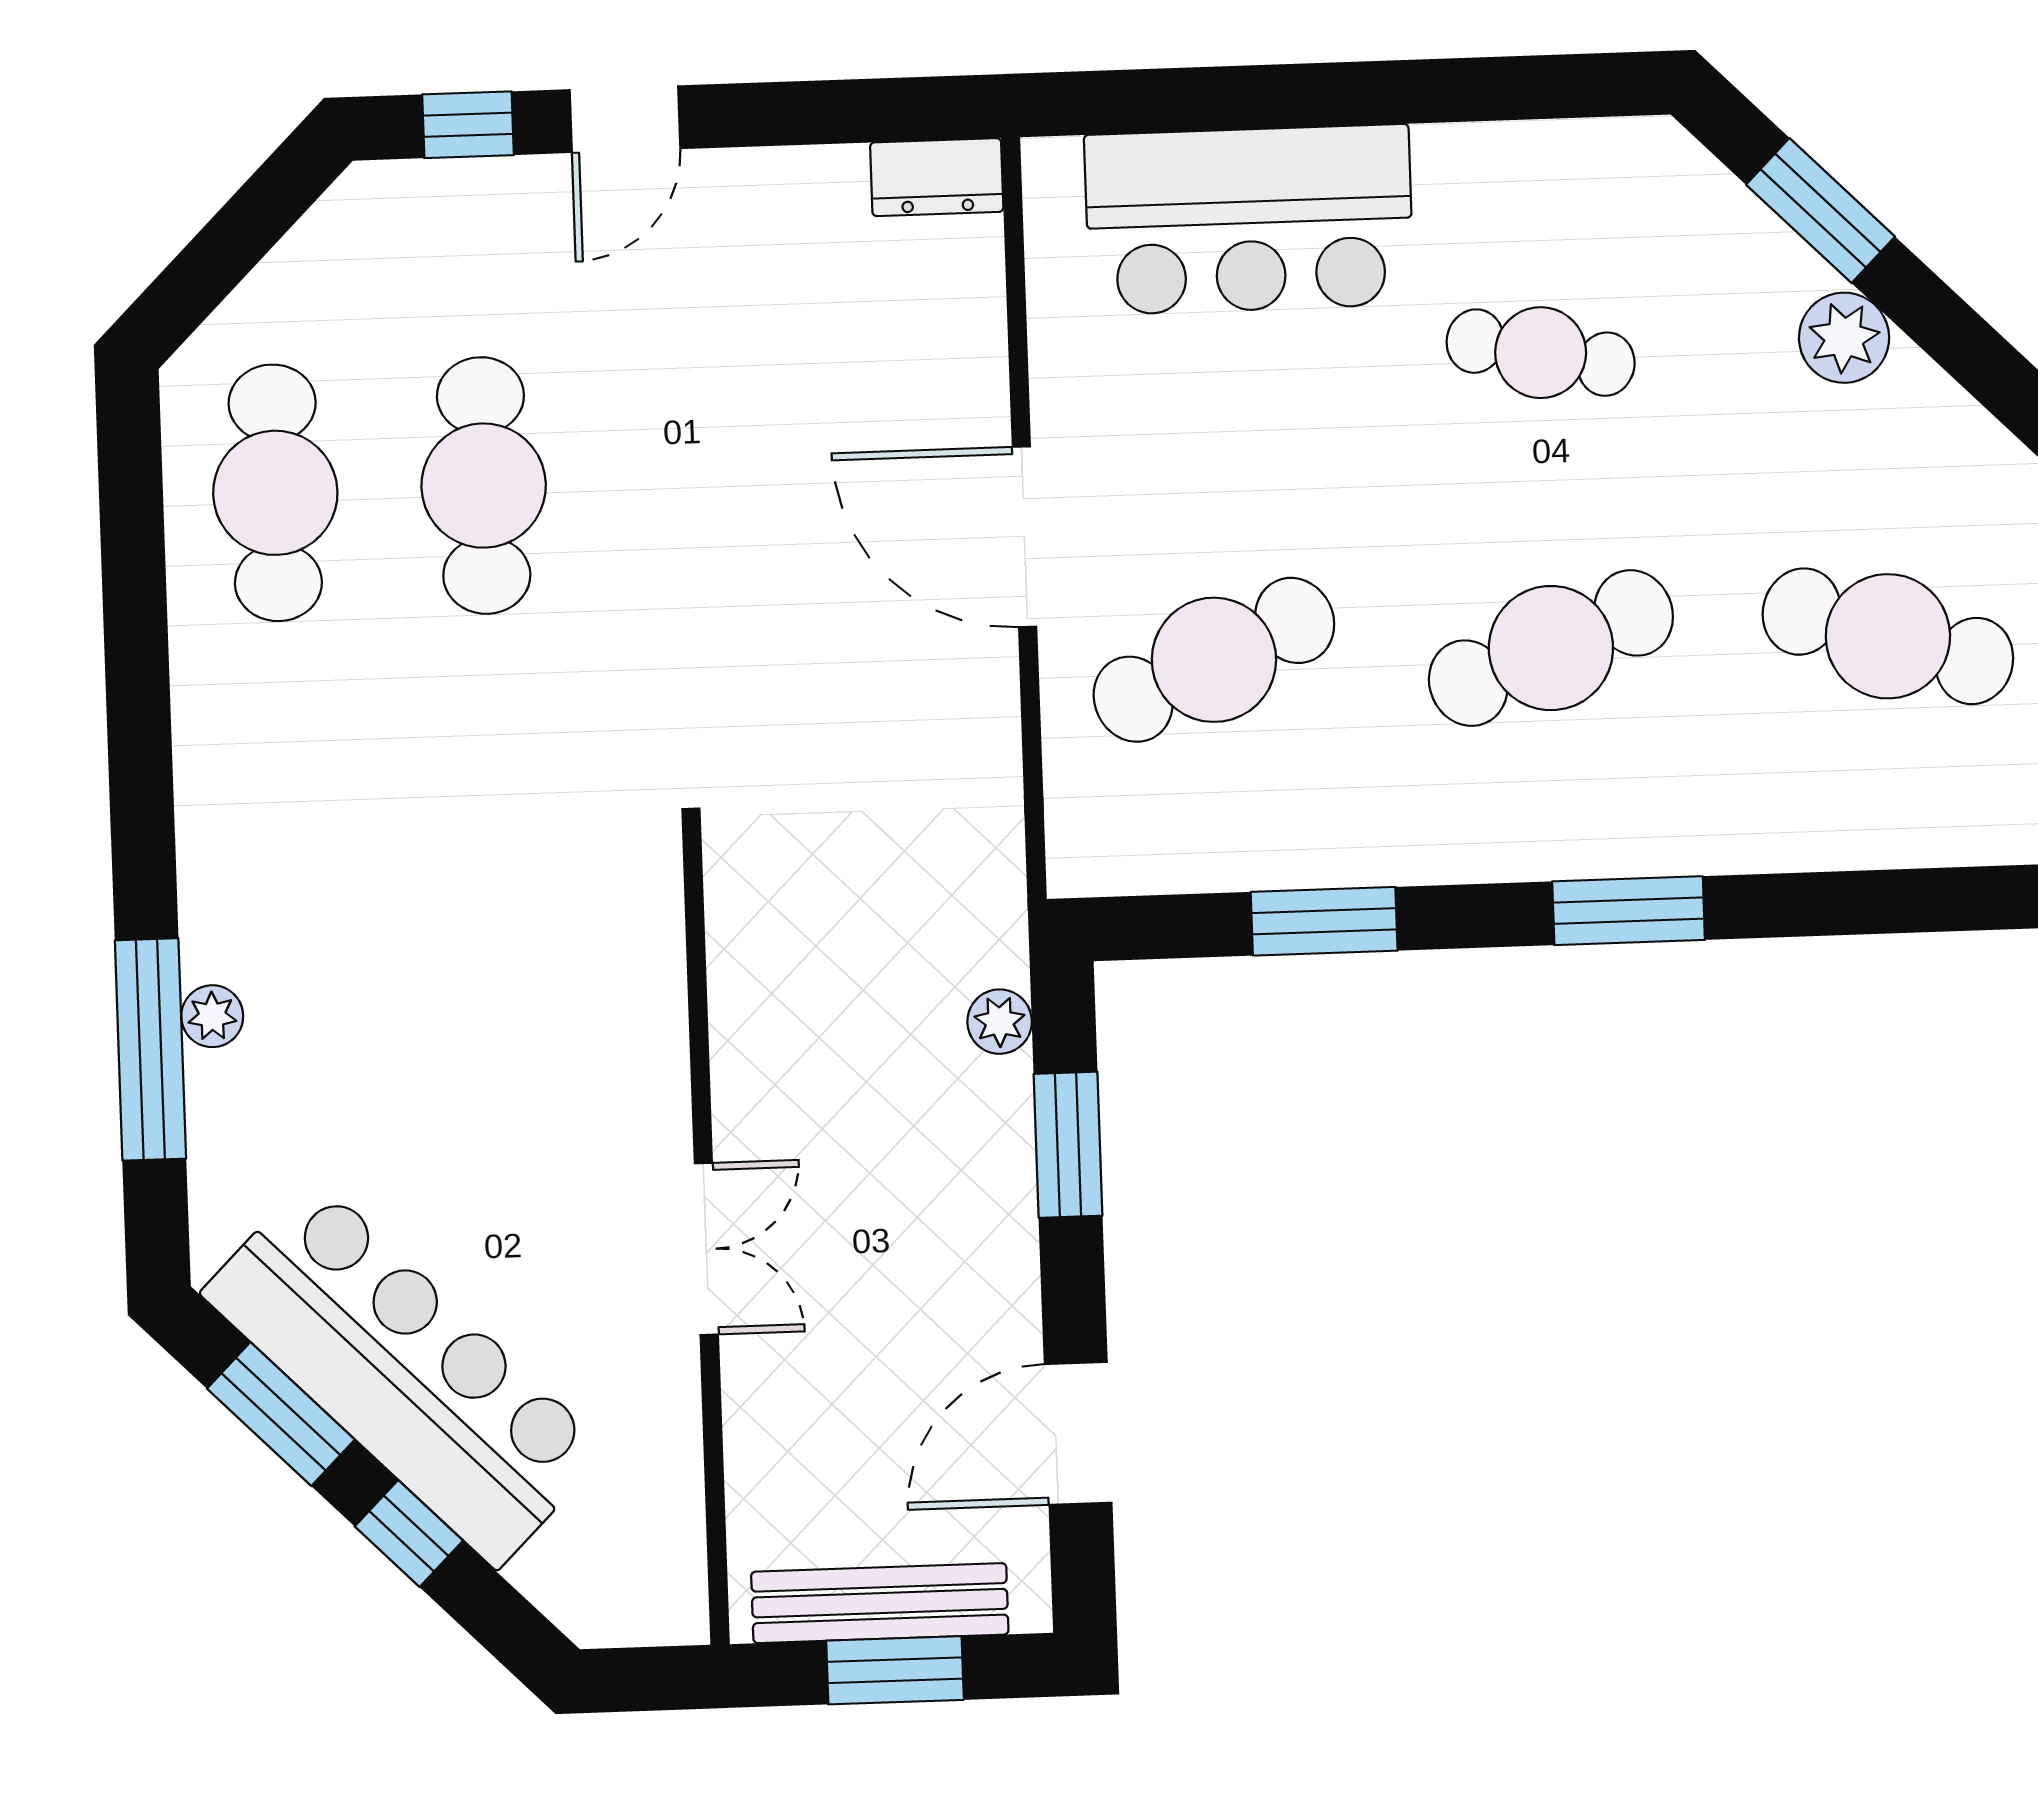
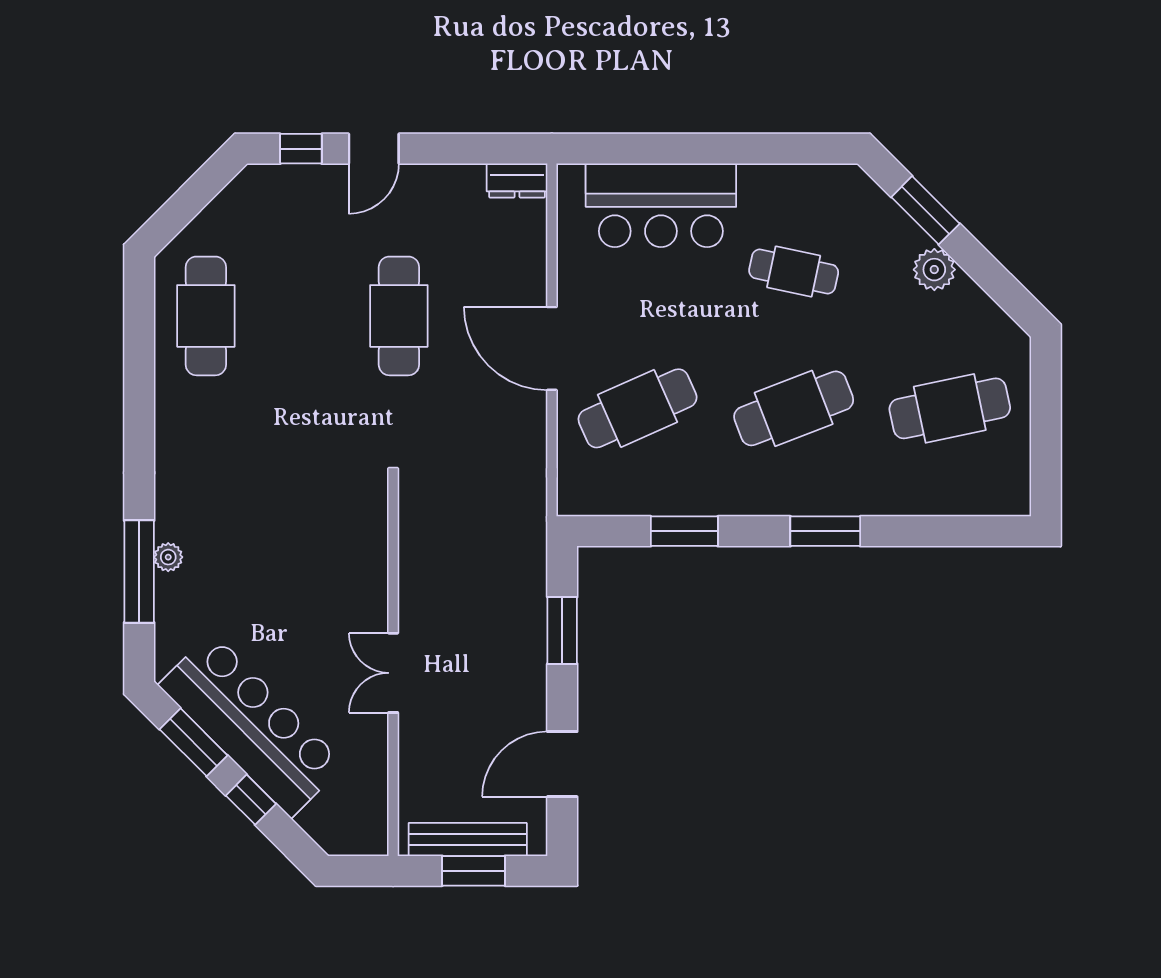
cafe table: (484, 486) -> (399, 316), moved
cafe table: (1888, 636) -> (950, 408), turned -30
plant: (1000, 1022) -> (532, 572), removed
double door: (706, 1249) -> (393, 673), swing flipped

